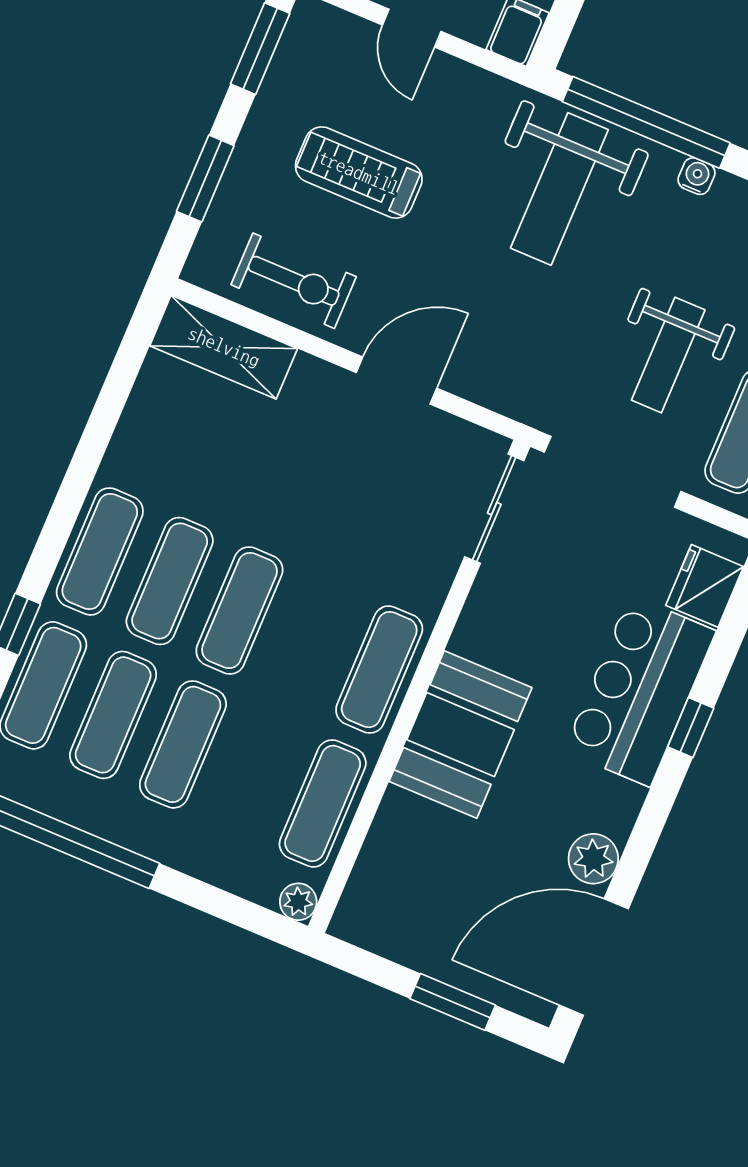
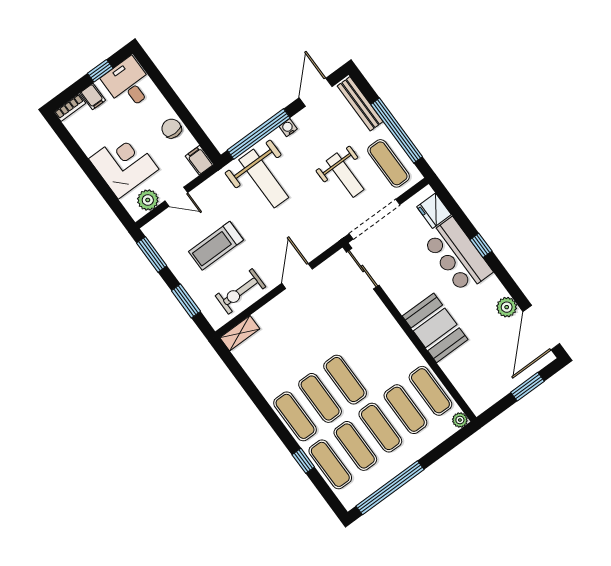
exercise bike: (294, 281) -> (240, 291), turned 180
shelving: (224, 347) -> (240, 333), width x0.67, depth x0.75
exercise mat: (379, 670) -> (405, 409), moved

